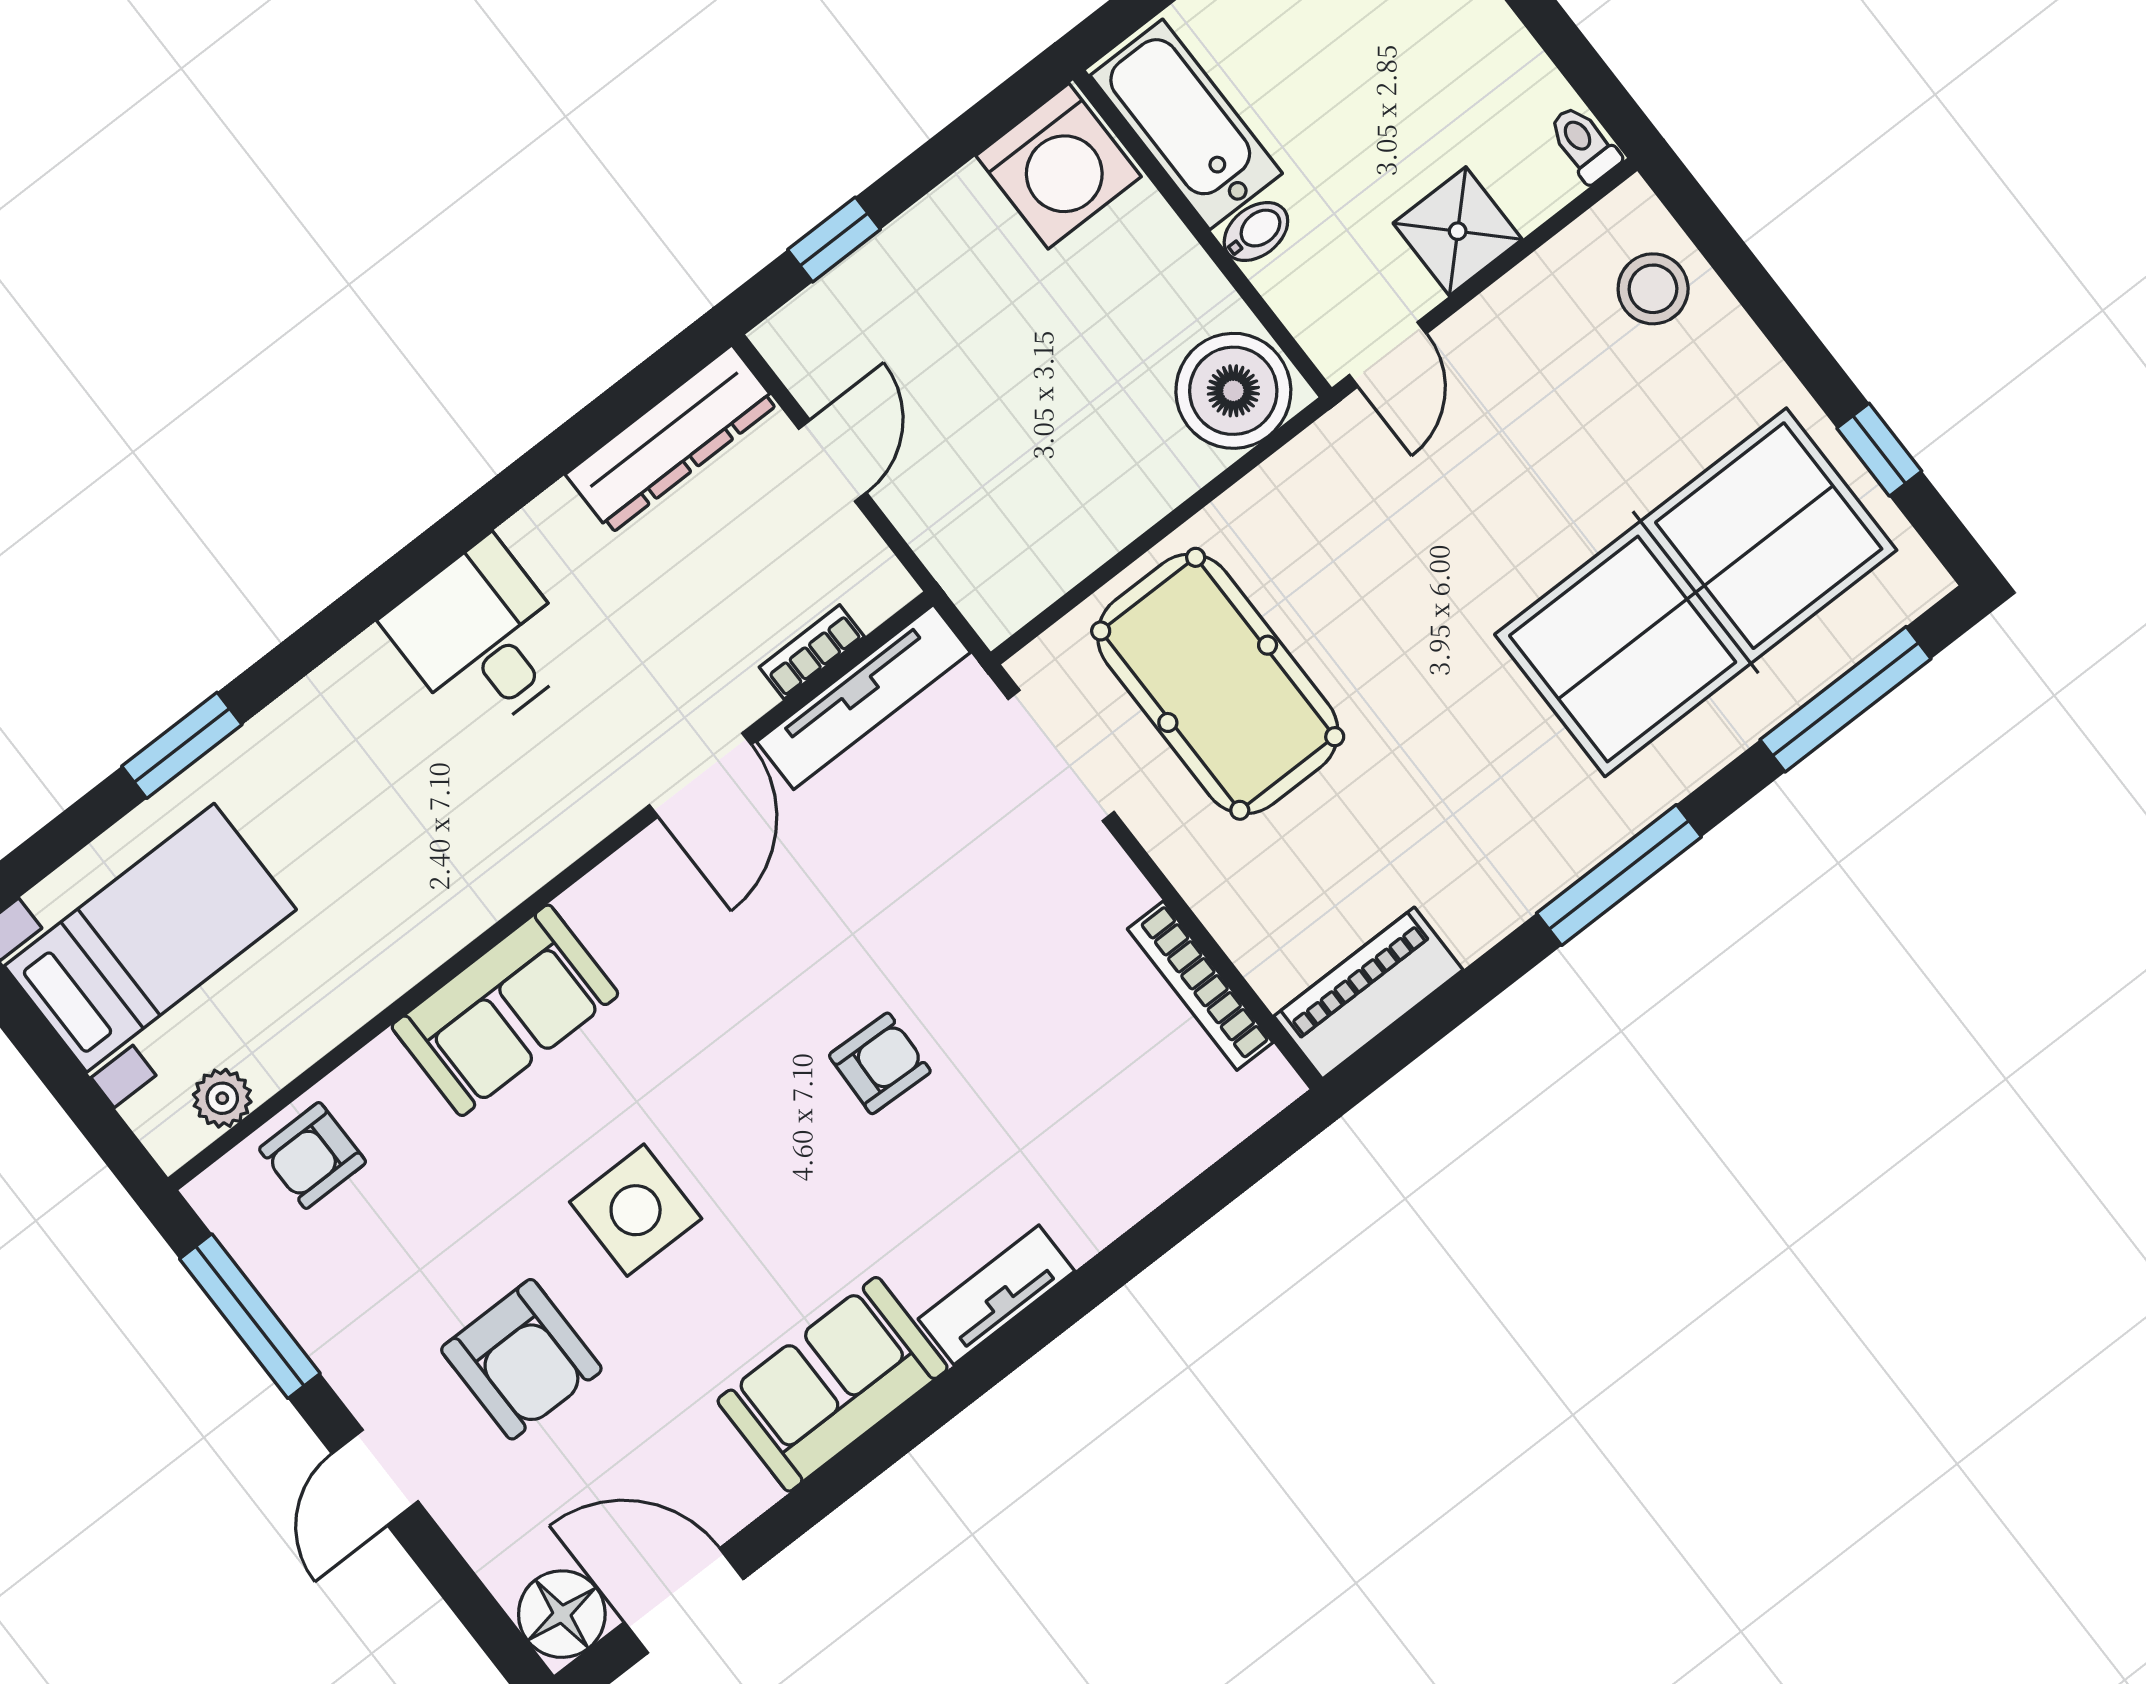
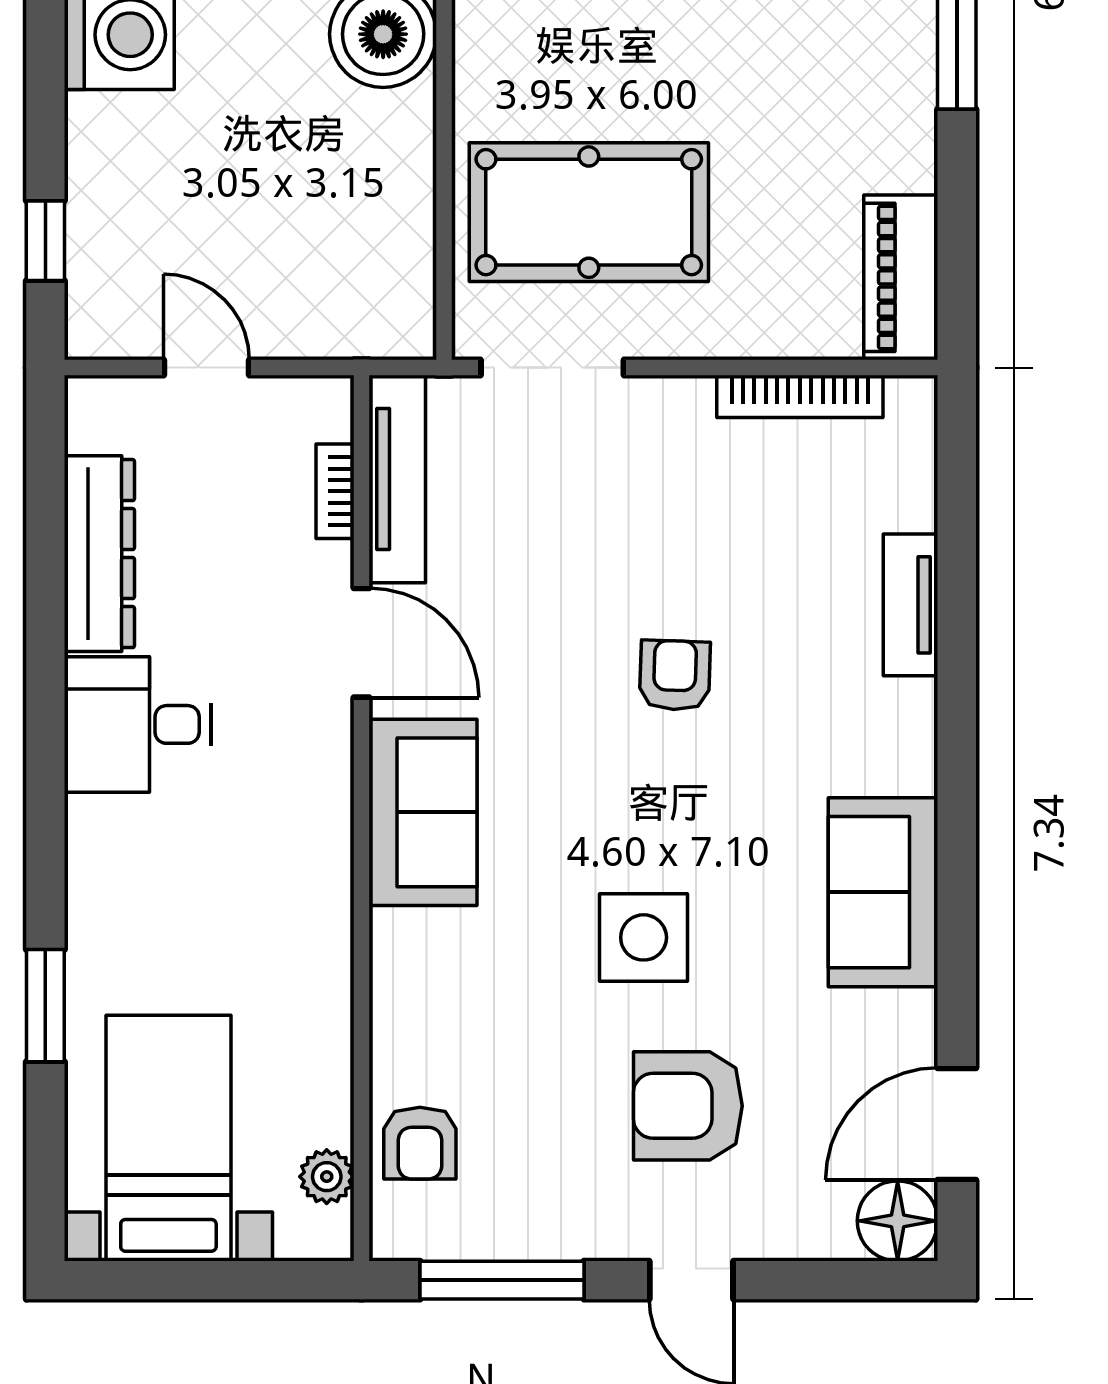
dresser: (672, 439) -> (99, 554), moved
sofa: (505, 1010) -> (423, 812), moved
tv unit: (996, 1295) -> (911, 605), moved
armchair: (521, 1359) -> (688, 1106), turned 180

